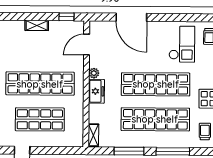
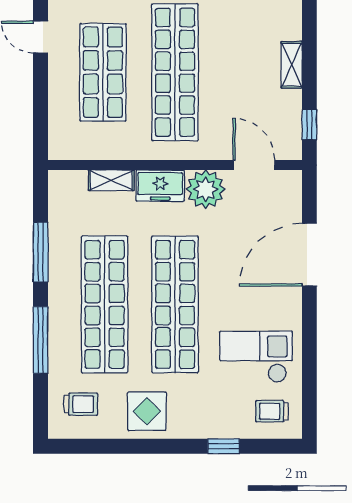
checkout: (182, 44) -> (256, 357), turned 180
plant: (94, 73) -> (206, 189), width x1.87, depth x1.87
shelving: (93, 135) -> (111, 180), moved

